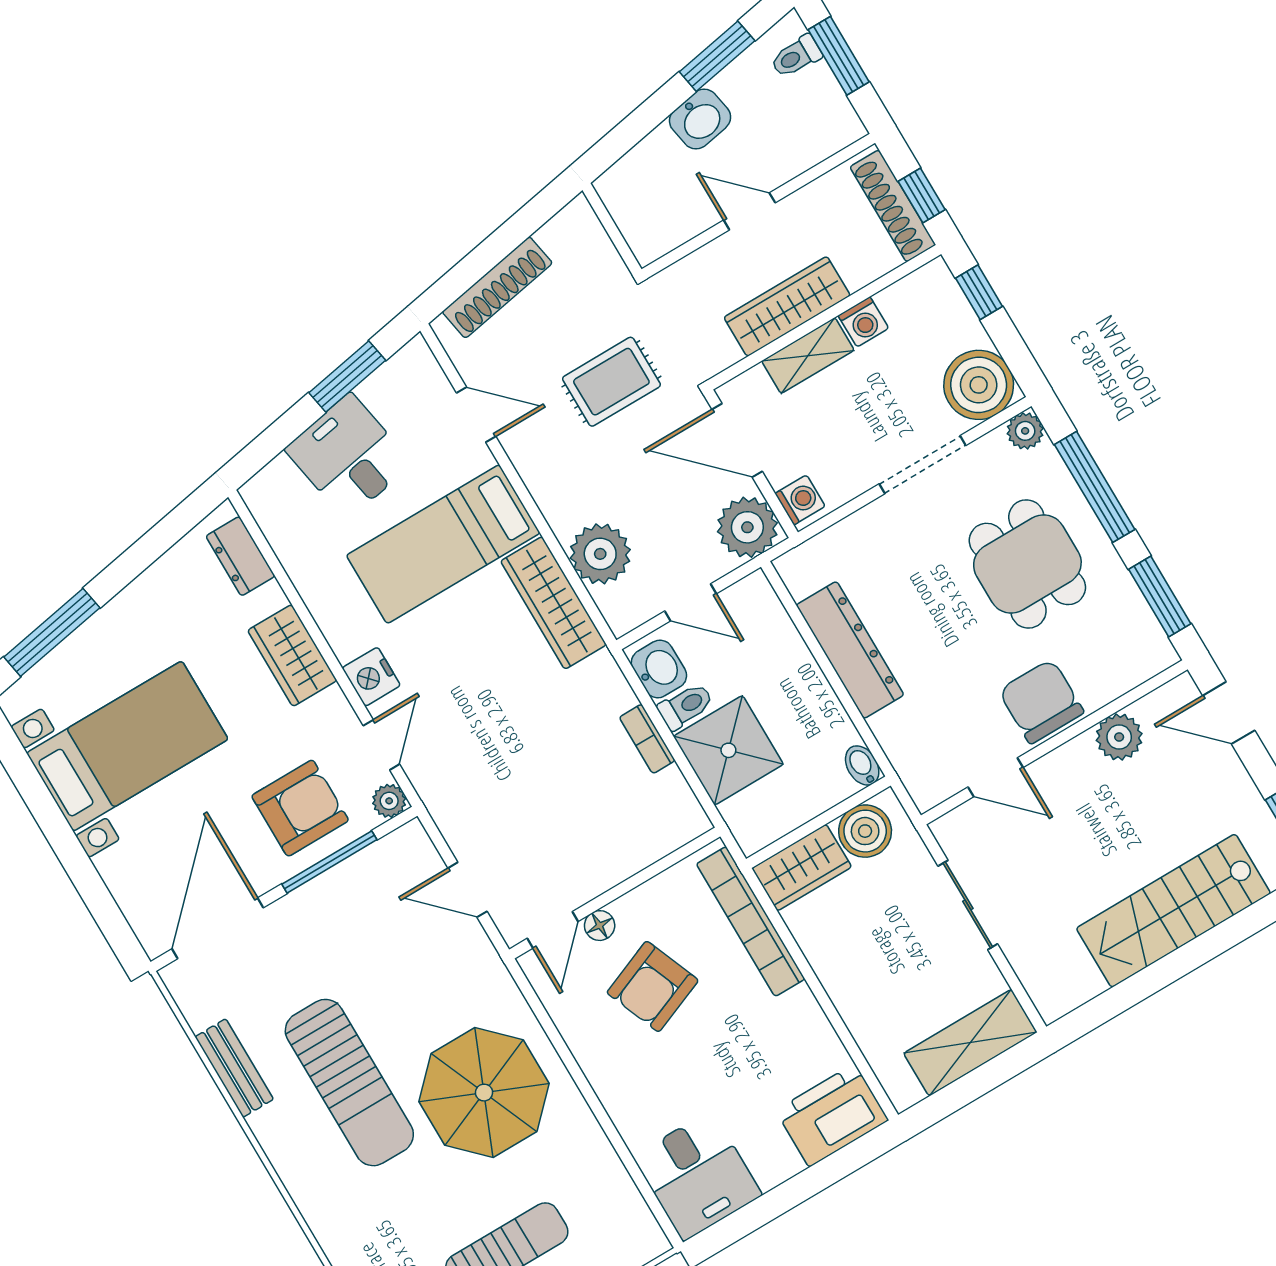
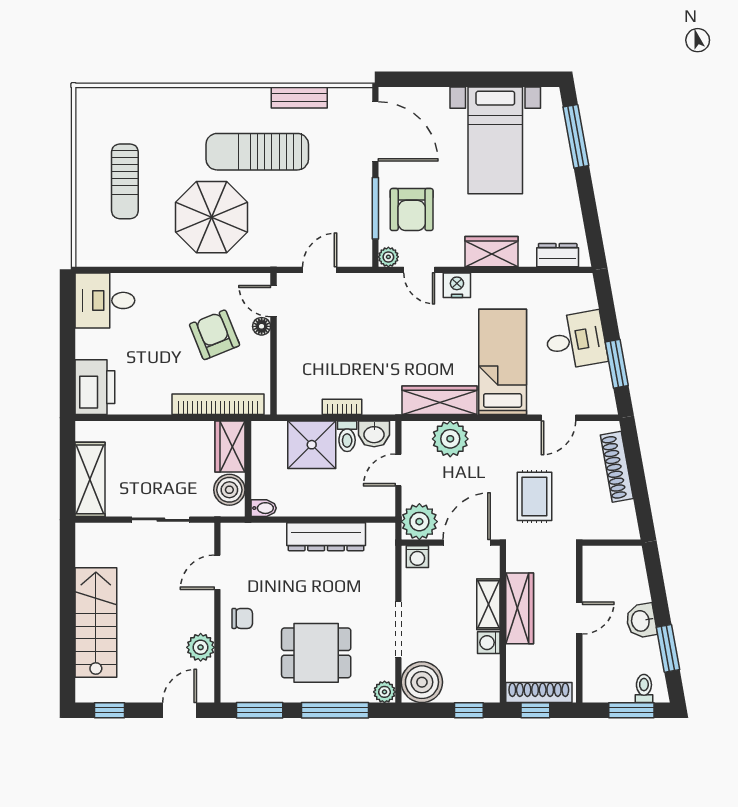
chair: (1041, 701) -> (242, 618), width x0.54, depth x0.54

